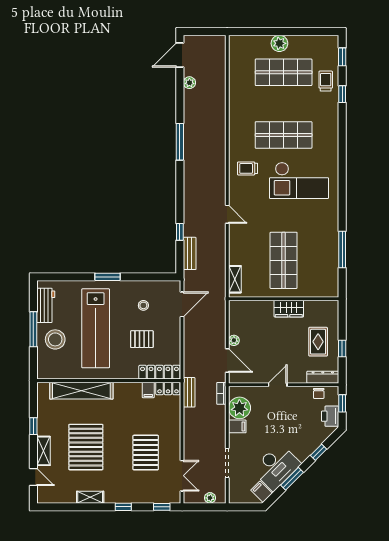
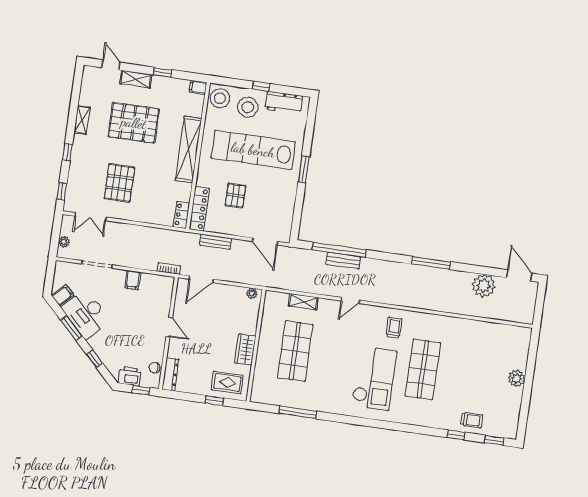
shop shelf: (284, 72) -> (487, 378), removed
plant: (189, 83) -> (484, 286), width x1.87, depth x1.87
checkout: (299, 180) -> (374, 378), turned 180
window: (180, 232) -> (339, 250), width x3.17
bench: (190, 253) -> (343, 261), moved
shop shelf: (284, 260) -> (295, 351), turned 90
shelving: (235, 279) -> (303, 302), moved
stool: (143, 305) -> (220, 98), moved, width x1.89, depth x1.89
window: (33, 329) -> (261, 86), width x0.46
plant: (234, 340) -> (252, 293), moved
rug: (318, 342) -> (227, 382), moved
window: (342, 349) -> (214, 400), moved
filing cabinet: (148, 390) -> (198, 87), moved
shelving: (81, 391) -> (189, 149), moved
bench: (189, 392) -> (216, 242), moved
plant: (239, 408) -> (151, 285), removed
pallet: (146, 453) -> (119, 183), turned 90
door: (33, 477) -> (111, 65), swing flipped

